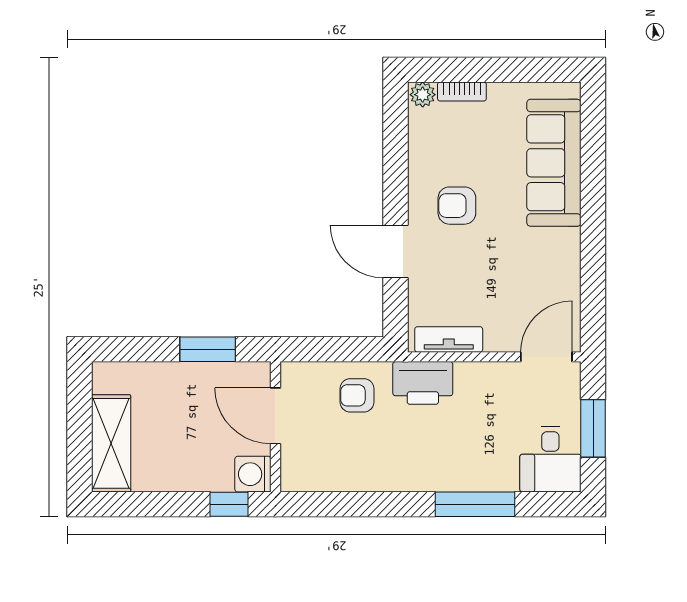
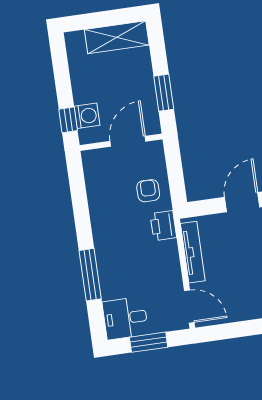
tv unit: (449, 339) -> (193, 252), width x1.41
printer: (423, 383) -> (163, 226), width x0.73, depth x0.84
shelving: (111, 443) -> (117, 37), moved
washing machine: (253, 474) -> (87, 116), moved, turned 90

